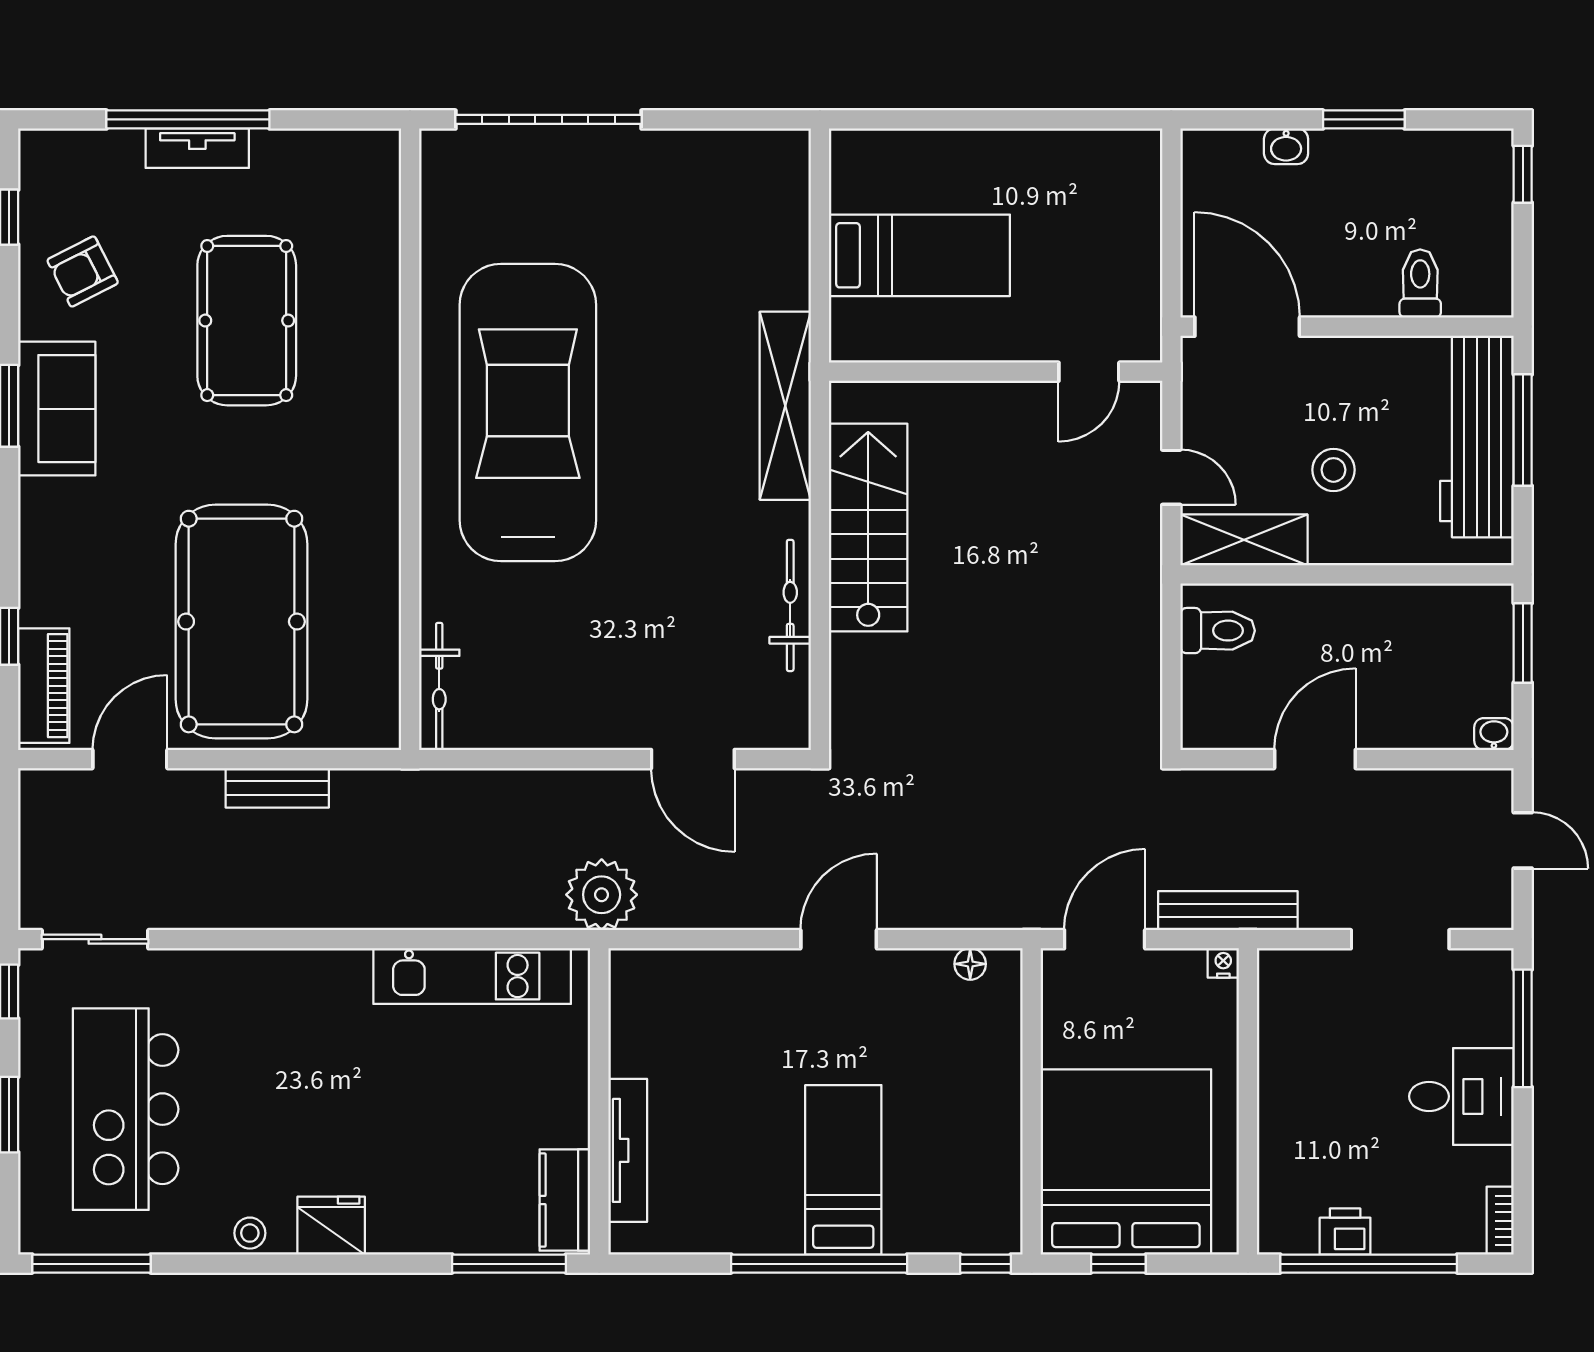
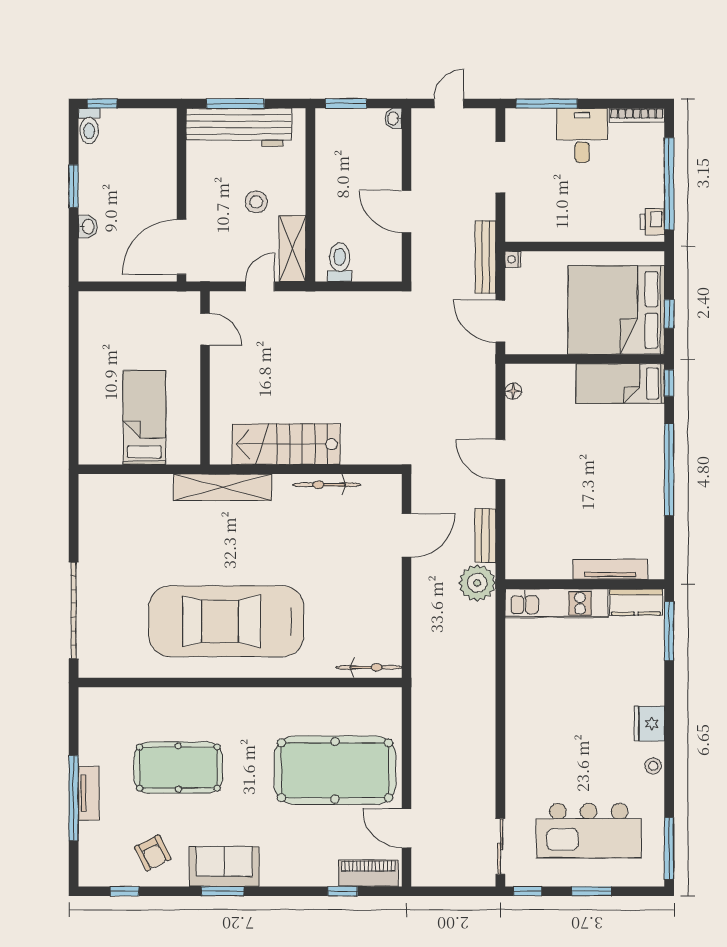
toilet: (1420, 283) -> (89, 126), moved, turned -90
bench: (277, 788) -> (485, 536), moved
kitchen unit: (472, 976) -> (556, 603), moved, turned 90
bed: (843, 1170) -> (620, 384), moved
bookcase: (1500, 1221) -> (637, 115), width x1.56
printer: (1345, 1232) -> (652, 222), moved

